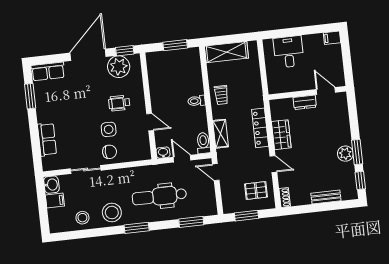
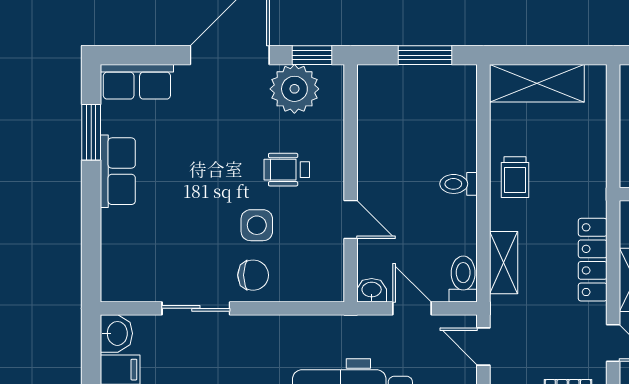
row of seats: (47, 139) -> (118, 171), moved

